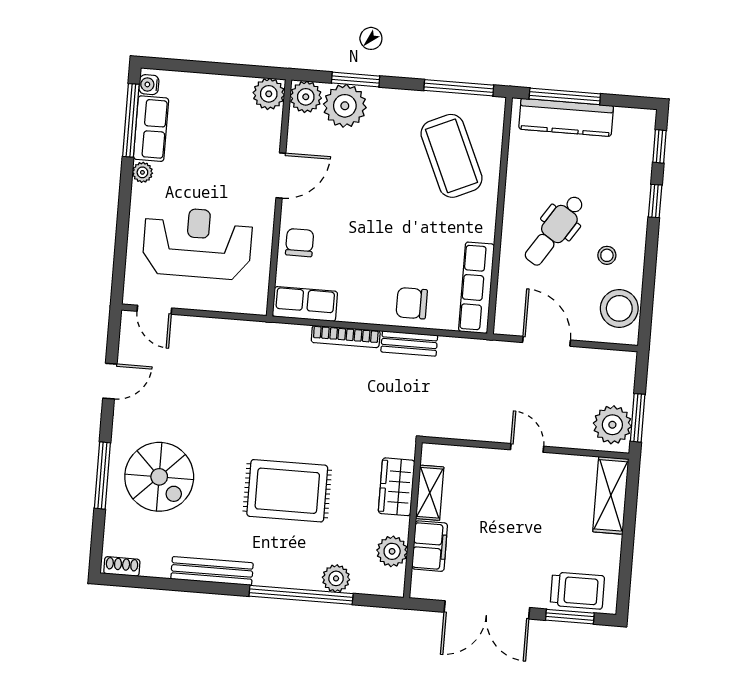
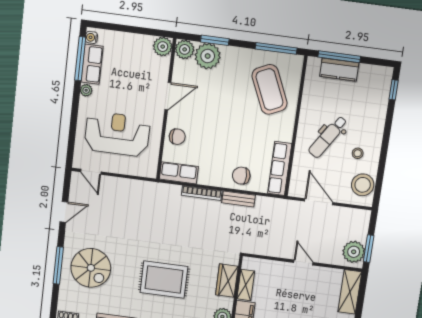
kitchen counter: (566, 117) -> (339, 70), width x0.67
window: (655, 201) -> (388, 122), removed
chair: (300, 243) -> (177, 137), turned 90

